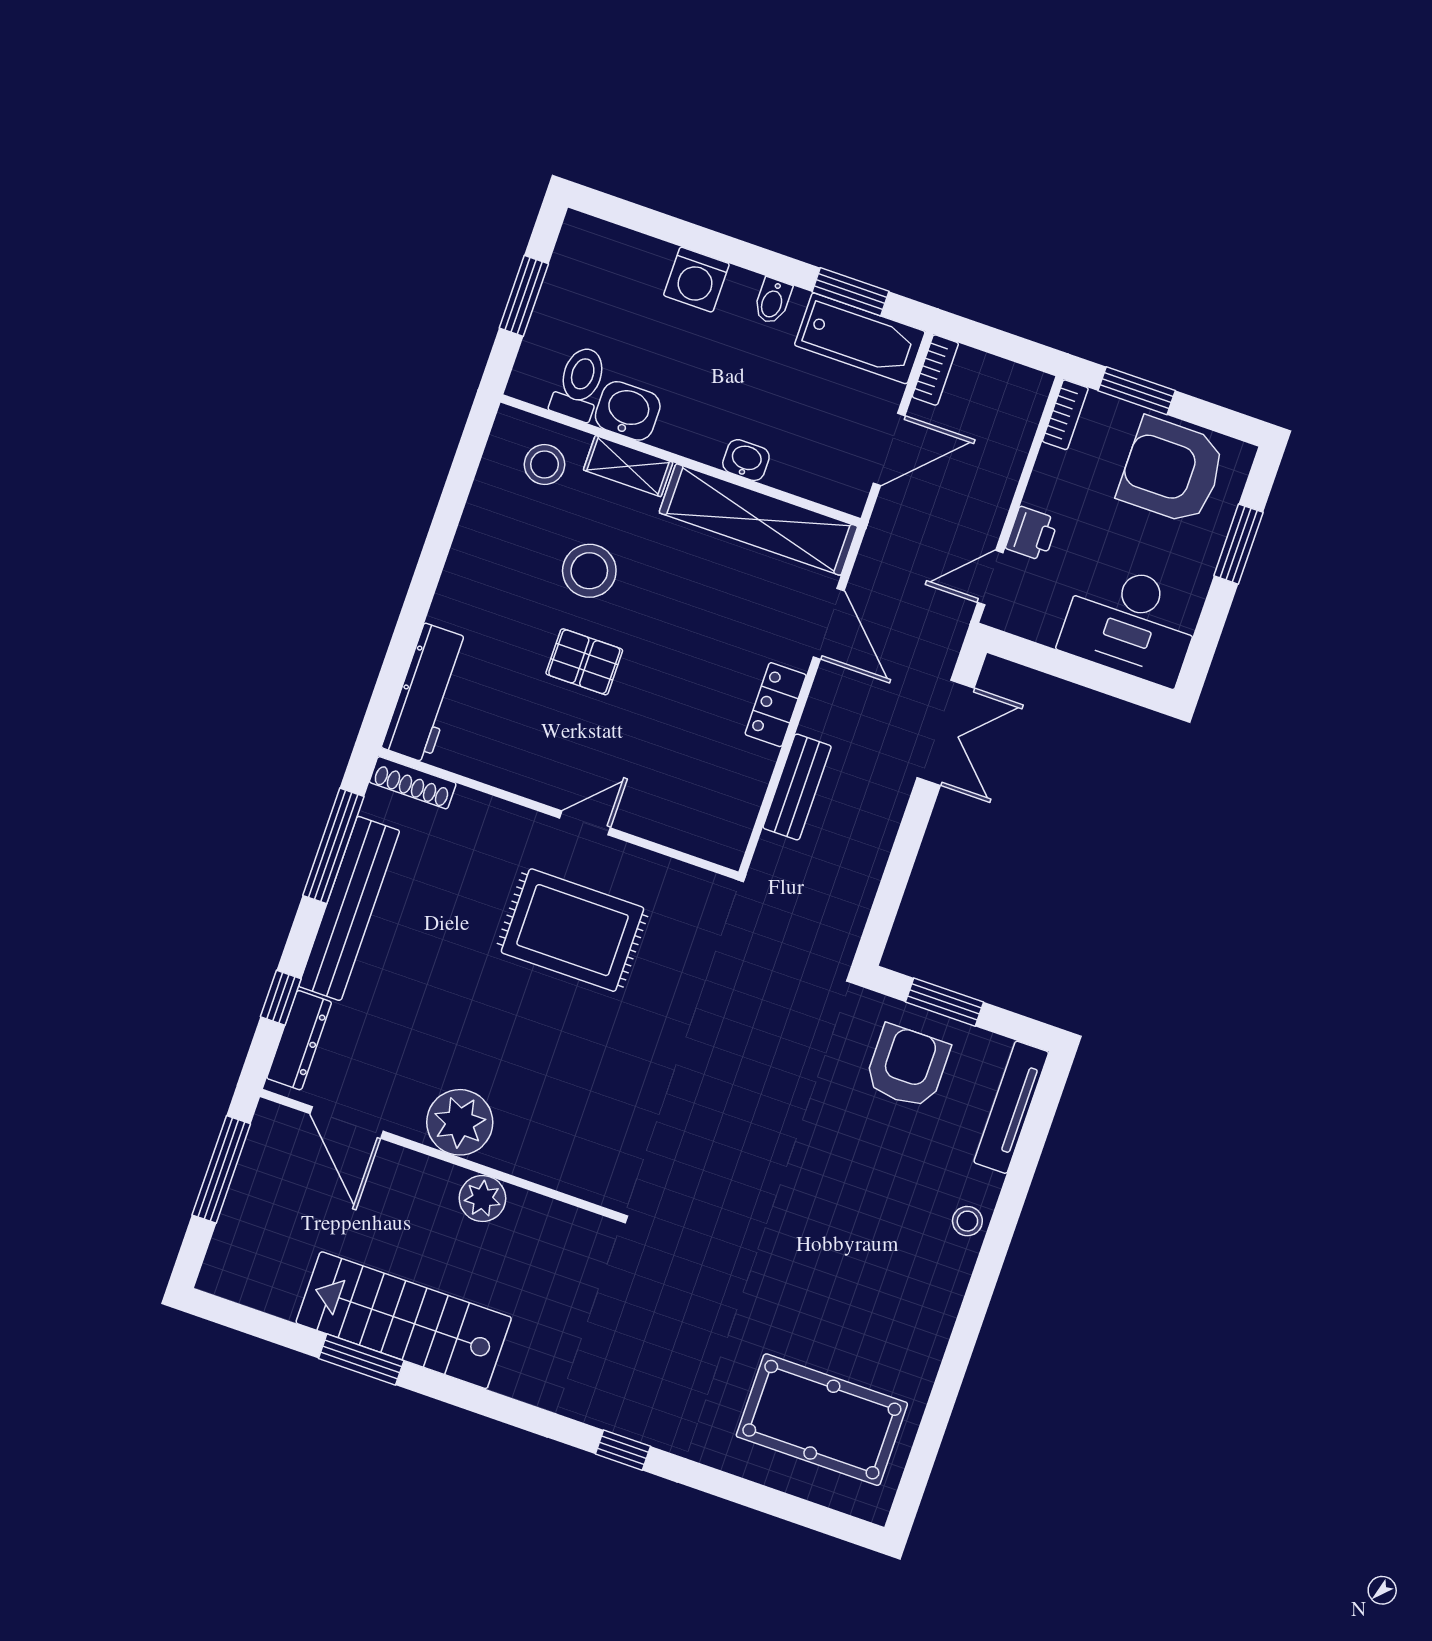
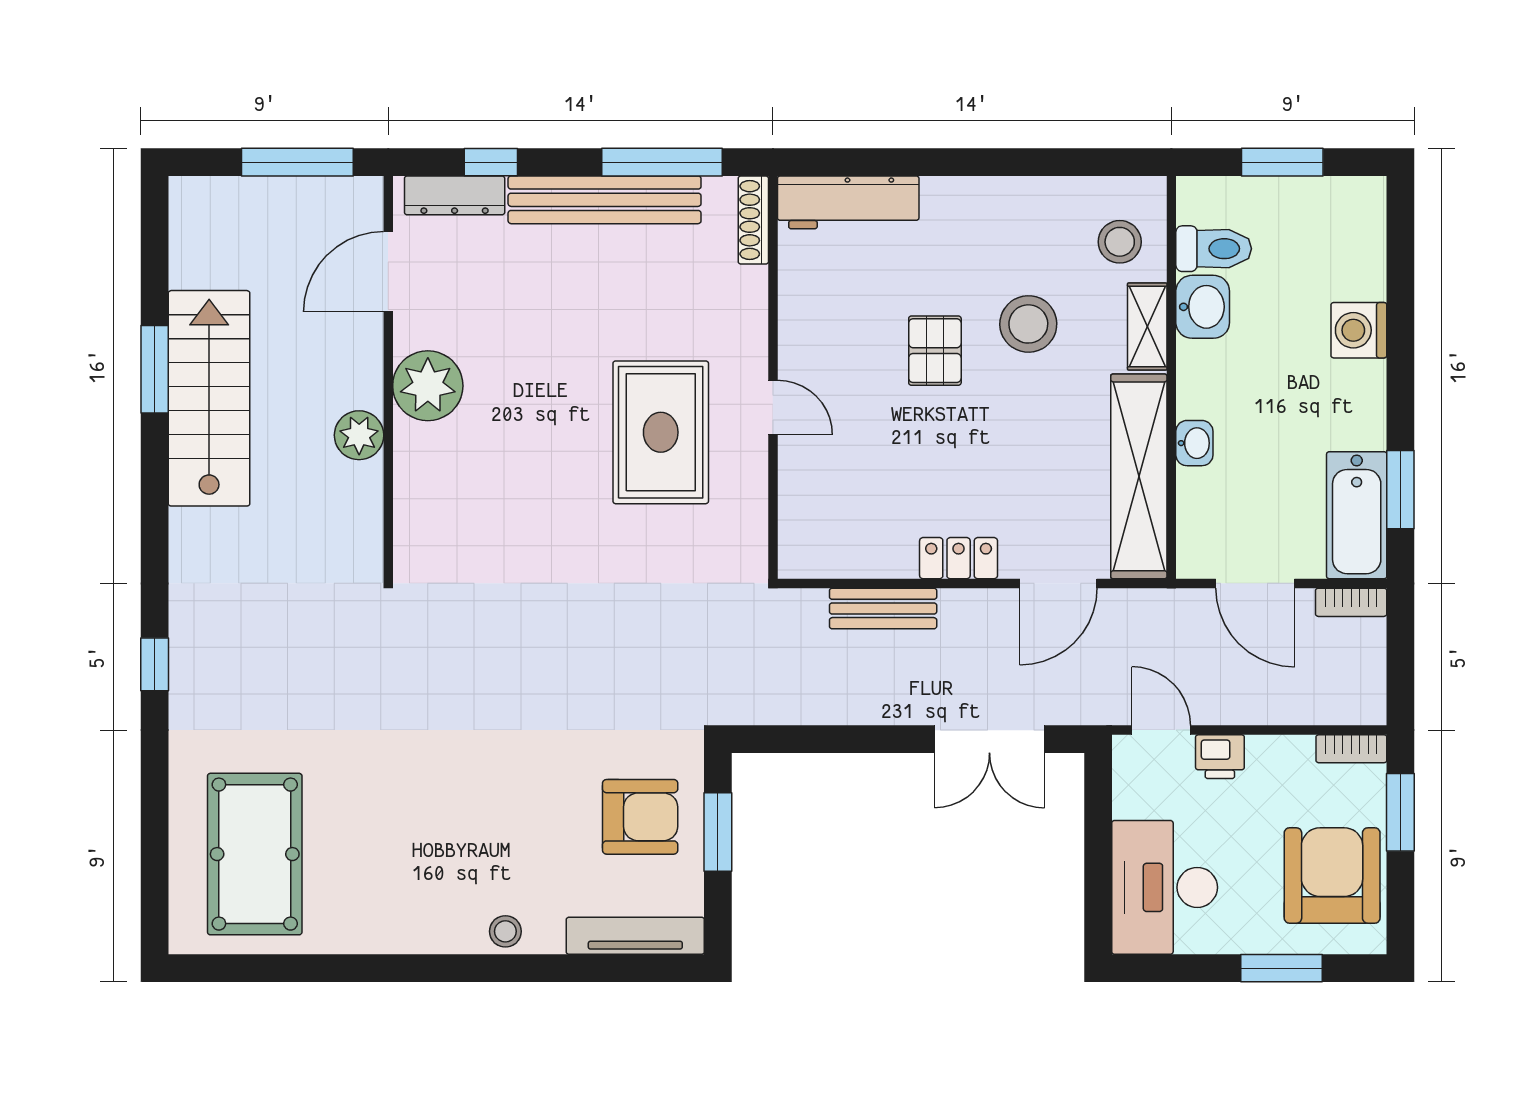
bidet: (773, 301) -> (1364, 414), removed

